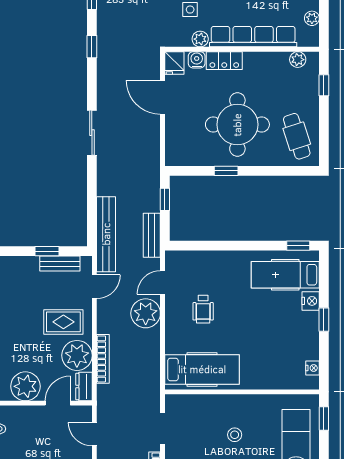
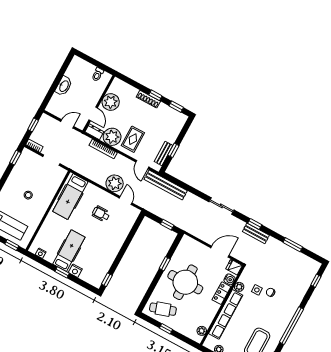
window: (92, 47) -> (255, 224), moved
window: (324, 85) -> (166, 329), moved
bench: (152, 235) -> (256, 233), moved
hospital bed: (285, 275) -> (69, 251), moved

